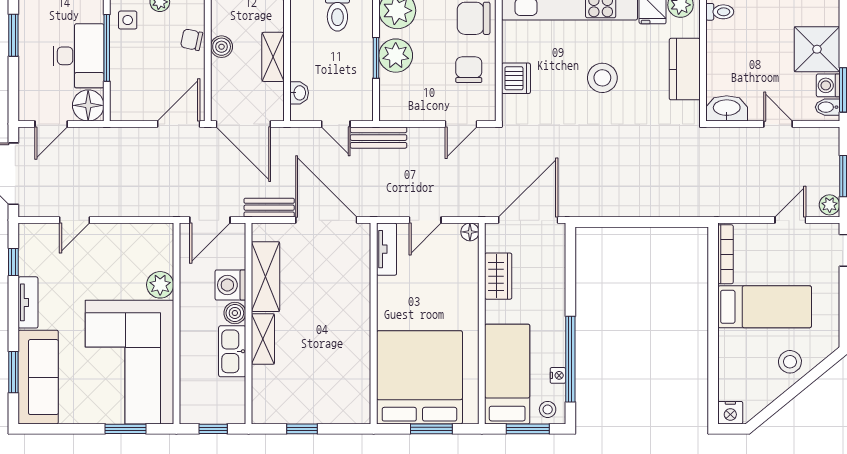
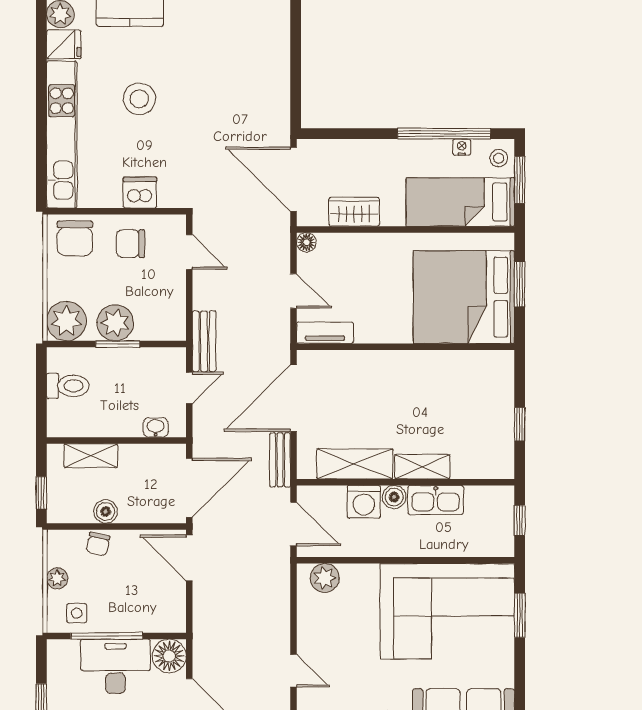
shelving: (273, 57) -> (91, 456), moved
plant: (160, 285) -> (325, 578), moved

